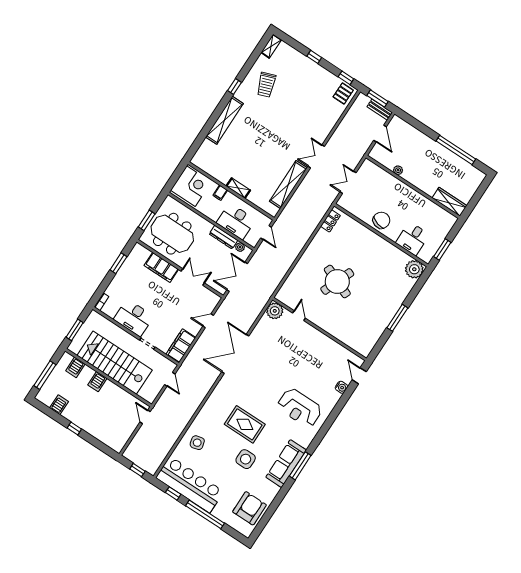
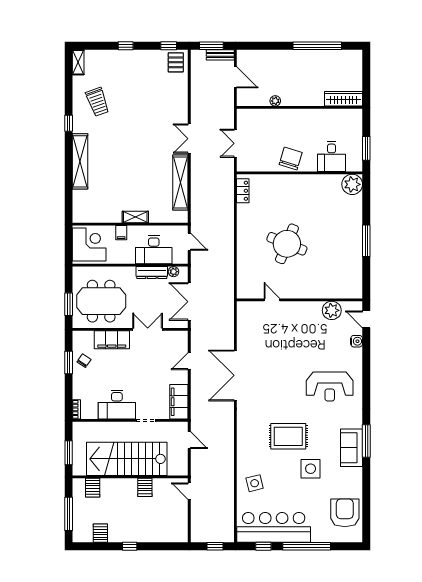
chair: (131, 269) -> (84, 361), added
plant: (275, 311) -> (332, 310), moved
server rack: (97, 382) -> (145, 487), moved
sofa: (286, 464) -> (352, 448), width x0.73

